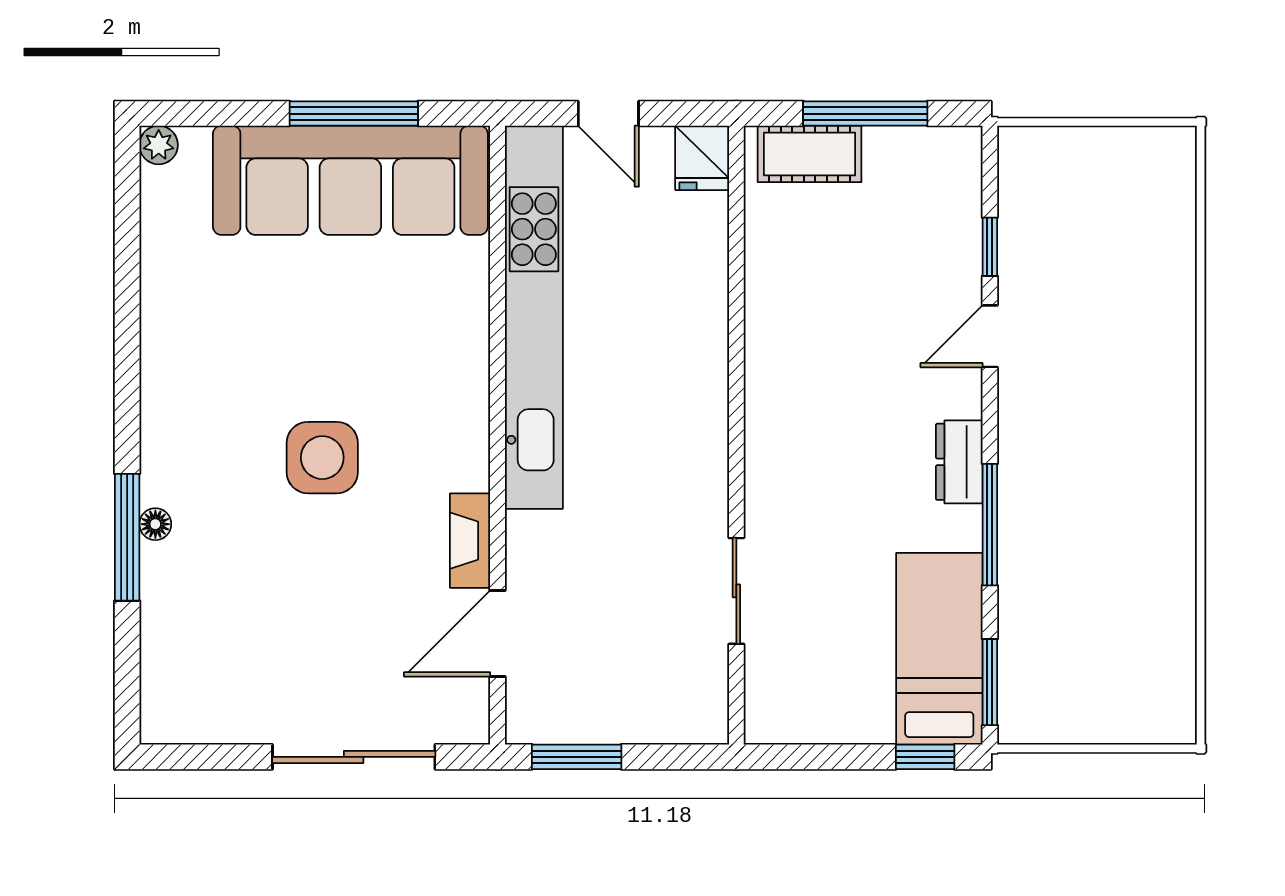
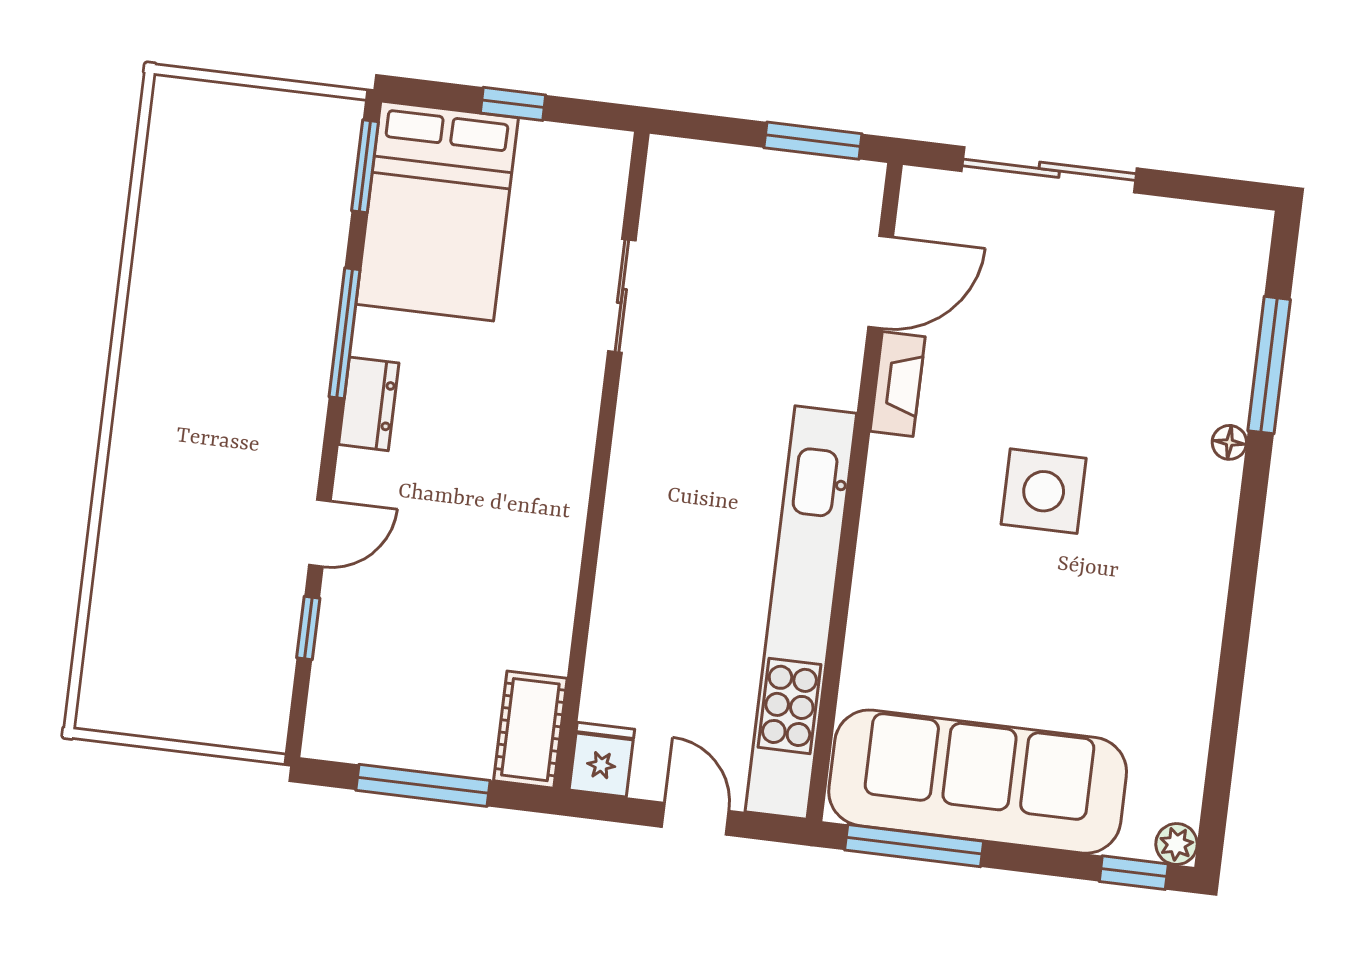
window: (195, 114) -> (1134, 873), added
window: (354, 114) -> (914, 846), moved
cot: (810, 154) -> (530, 730), moved, turned 90
window: (127, 537) -> (1269, 365), moved
bed: (939, 649) -> (437, 211), width x1.50
window: (925, 757) -> (513, 104), moved

